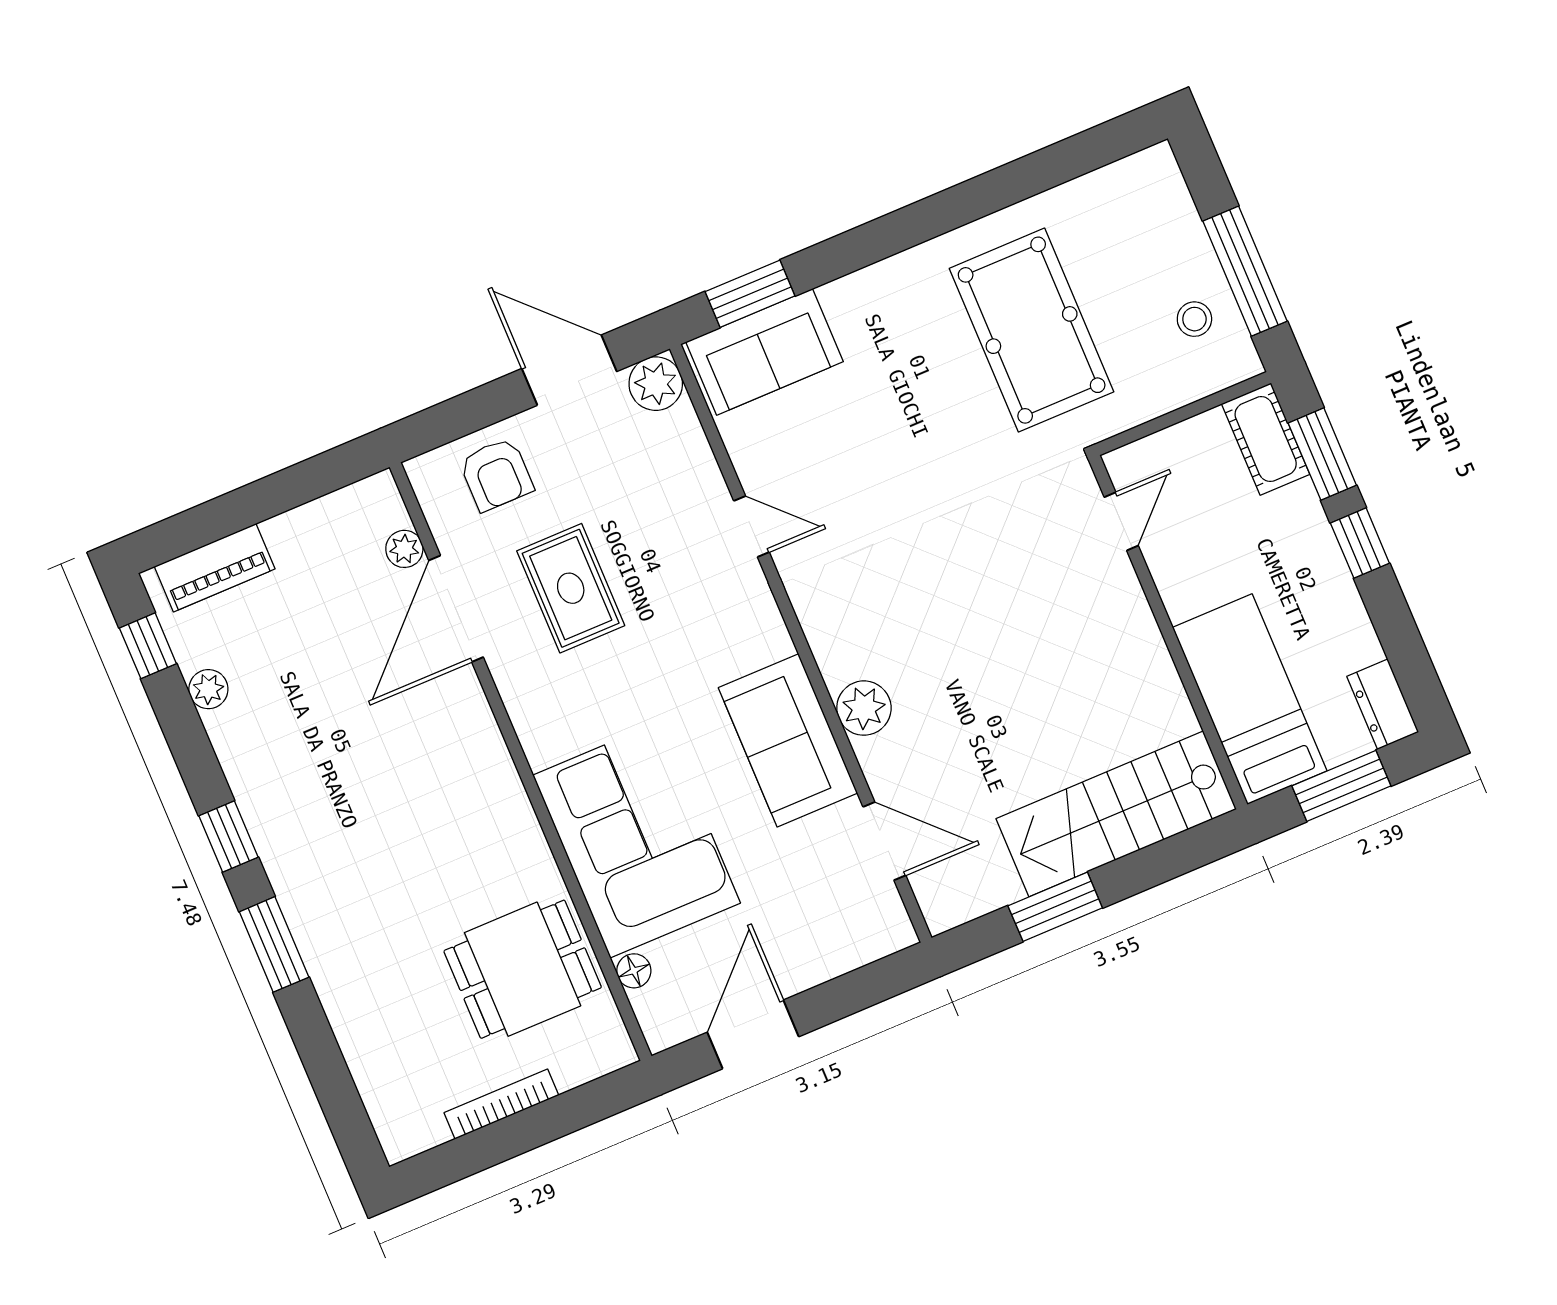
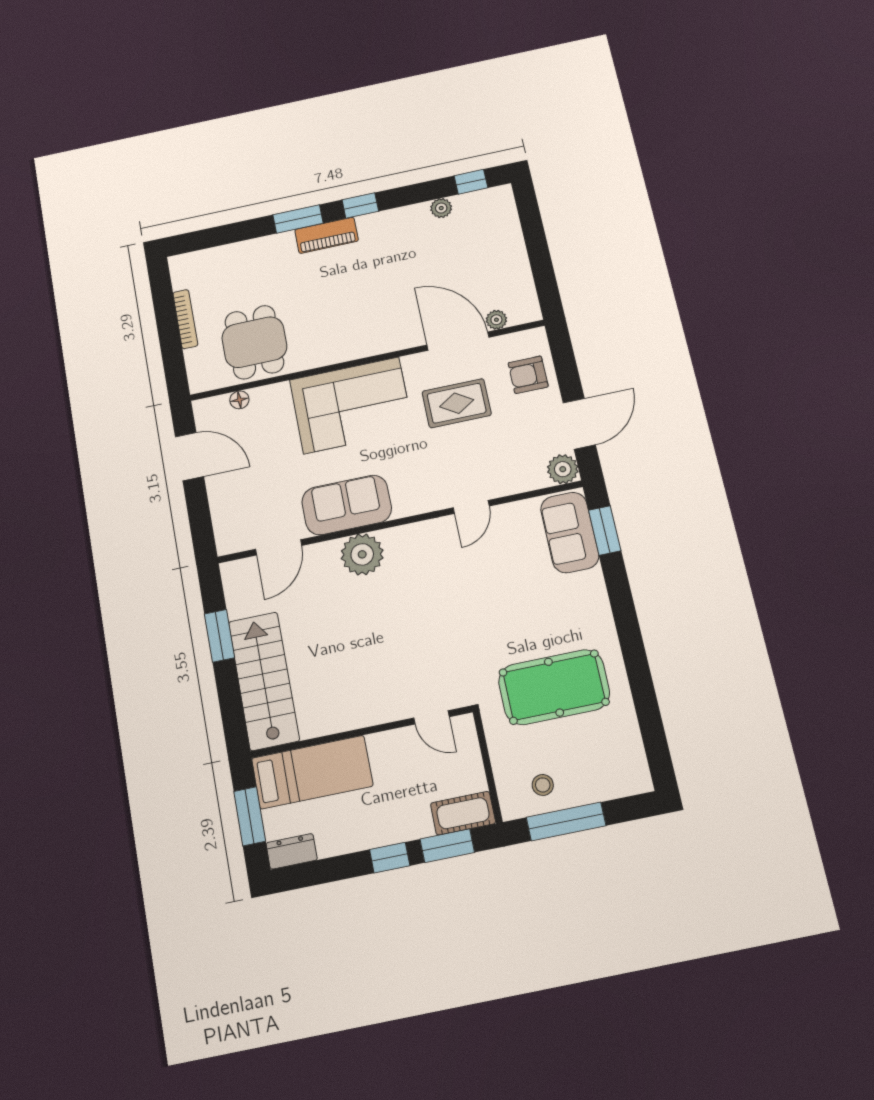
piano: (215, 568) -> (327, 235), moved, turned -90
plant: (864, 708) -> (362, 554), width x1.36, depth x1.36
corner sofa: (637, 839) -> (351, 405), moved

